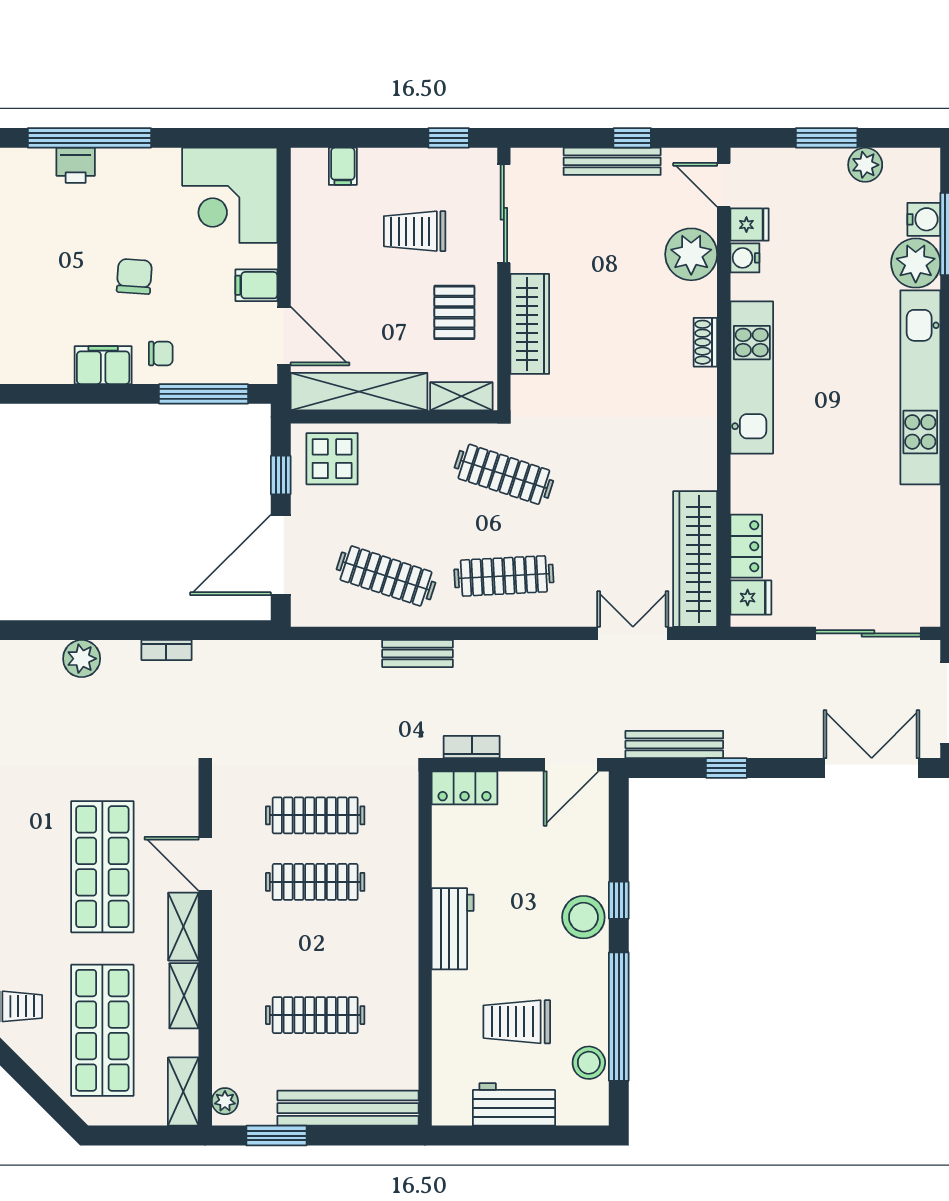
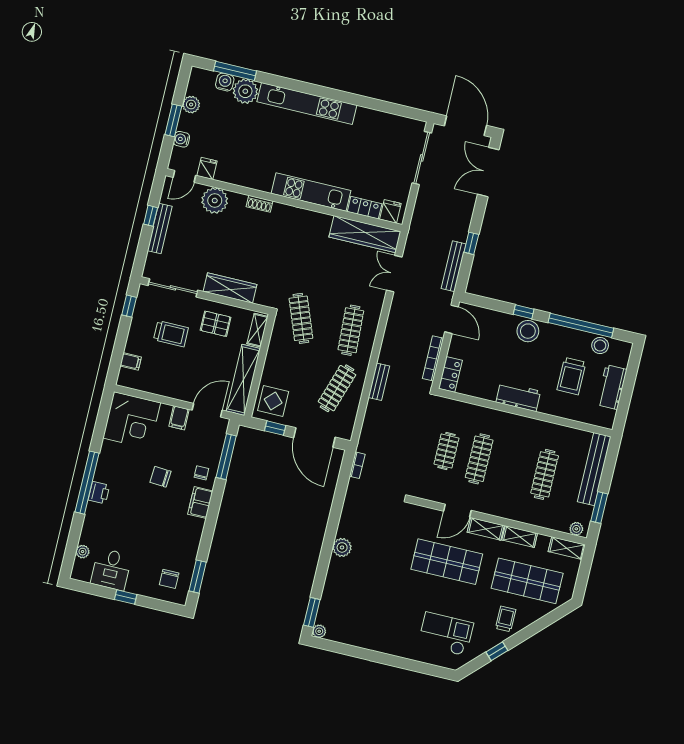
trolley: (415, 231) -> (171, 334), turned -90
water cooler: (745, 258) -> (182, 139), moved, turned 90
kitchen unit: (752, 378) -> (311, 192), moved
clothes rail: (504, 474) -> (301, 318), turned -39
bookcase: (166, 650) -> (357, 465), moved
bookcase: (472, 747) -> (433, 358), width x1.56
clothes rail: (315, 815) -> (446, 451), width x0.73

